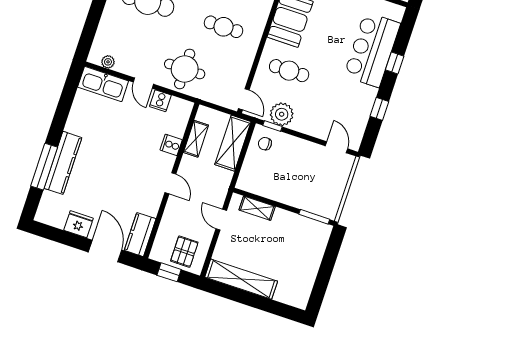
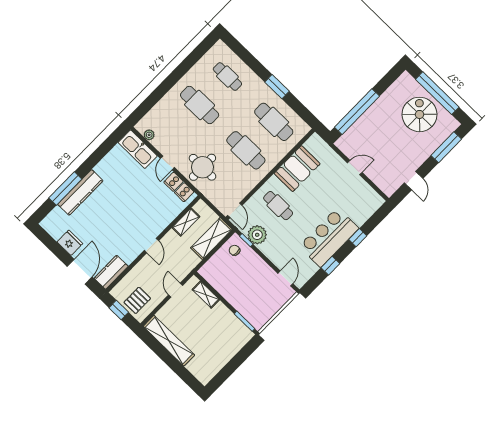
cafe table: (224, 27) -> (246, 150), width x1.37, depth x1.35
bar counter: (372, 50) -> (329, 237), moved
cooker: (171, 145) -> (184, 192), moved, turned -90

